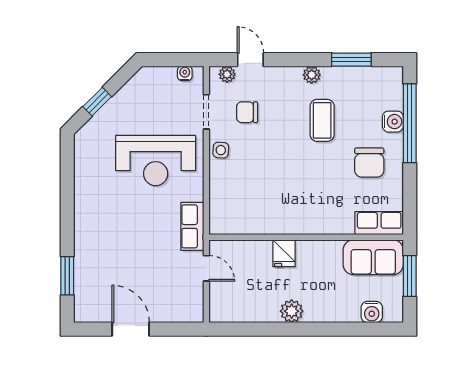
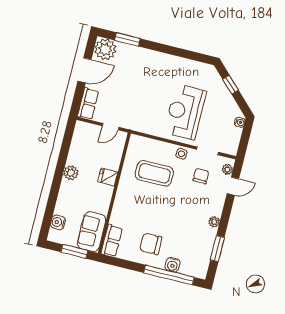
water cooler: (185, 73) -> (240, 122), moved
coffee table: (322, 120) -> (154, 173), moved, width x1.36, depth x1.32
row of seats: (192, 226) -> (88, 104), moved, turned 90
plant: (91, 306) -> (105, 49), added

